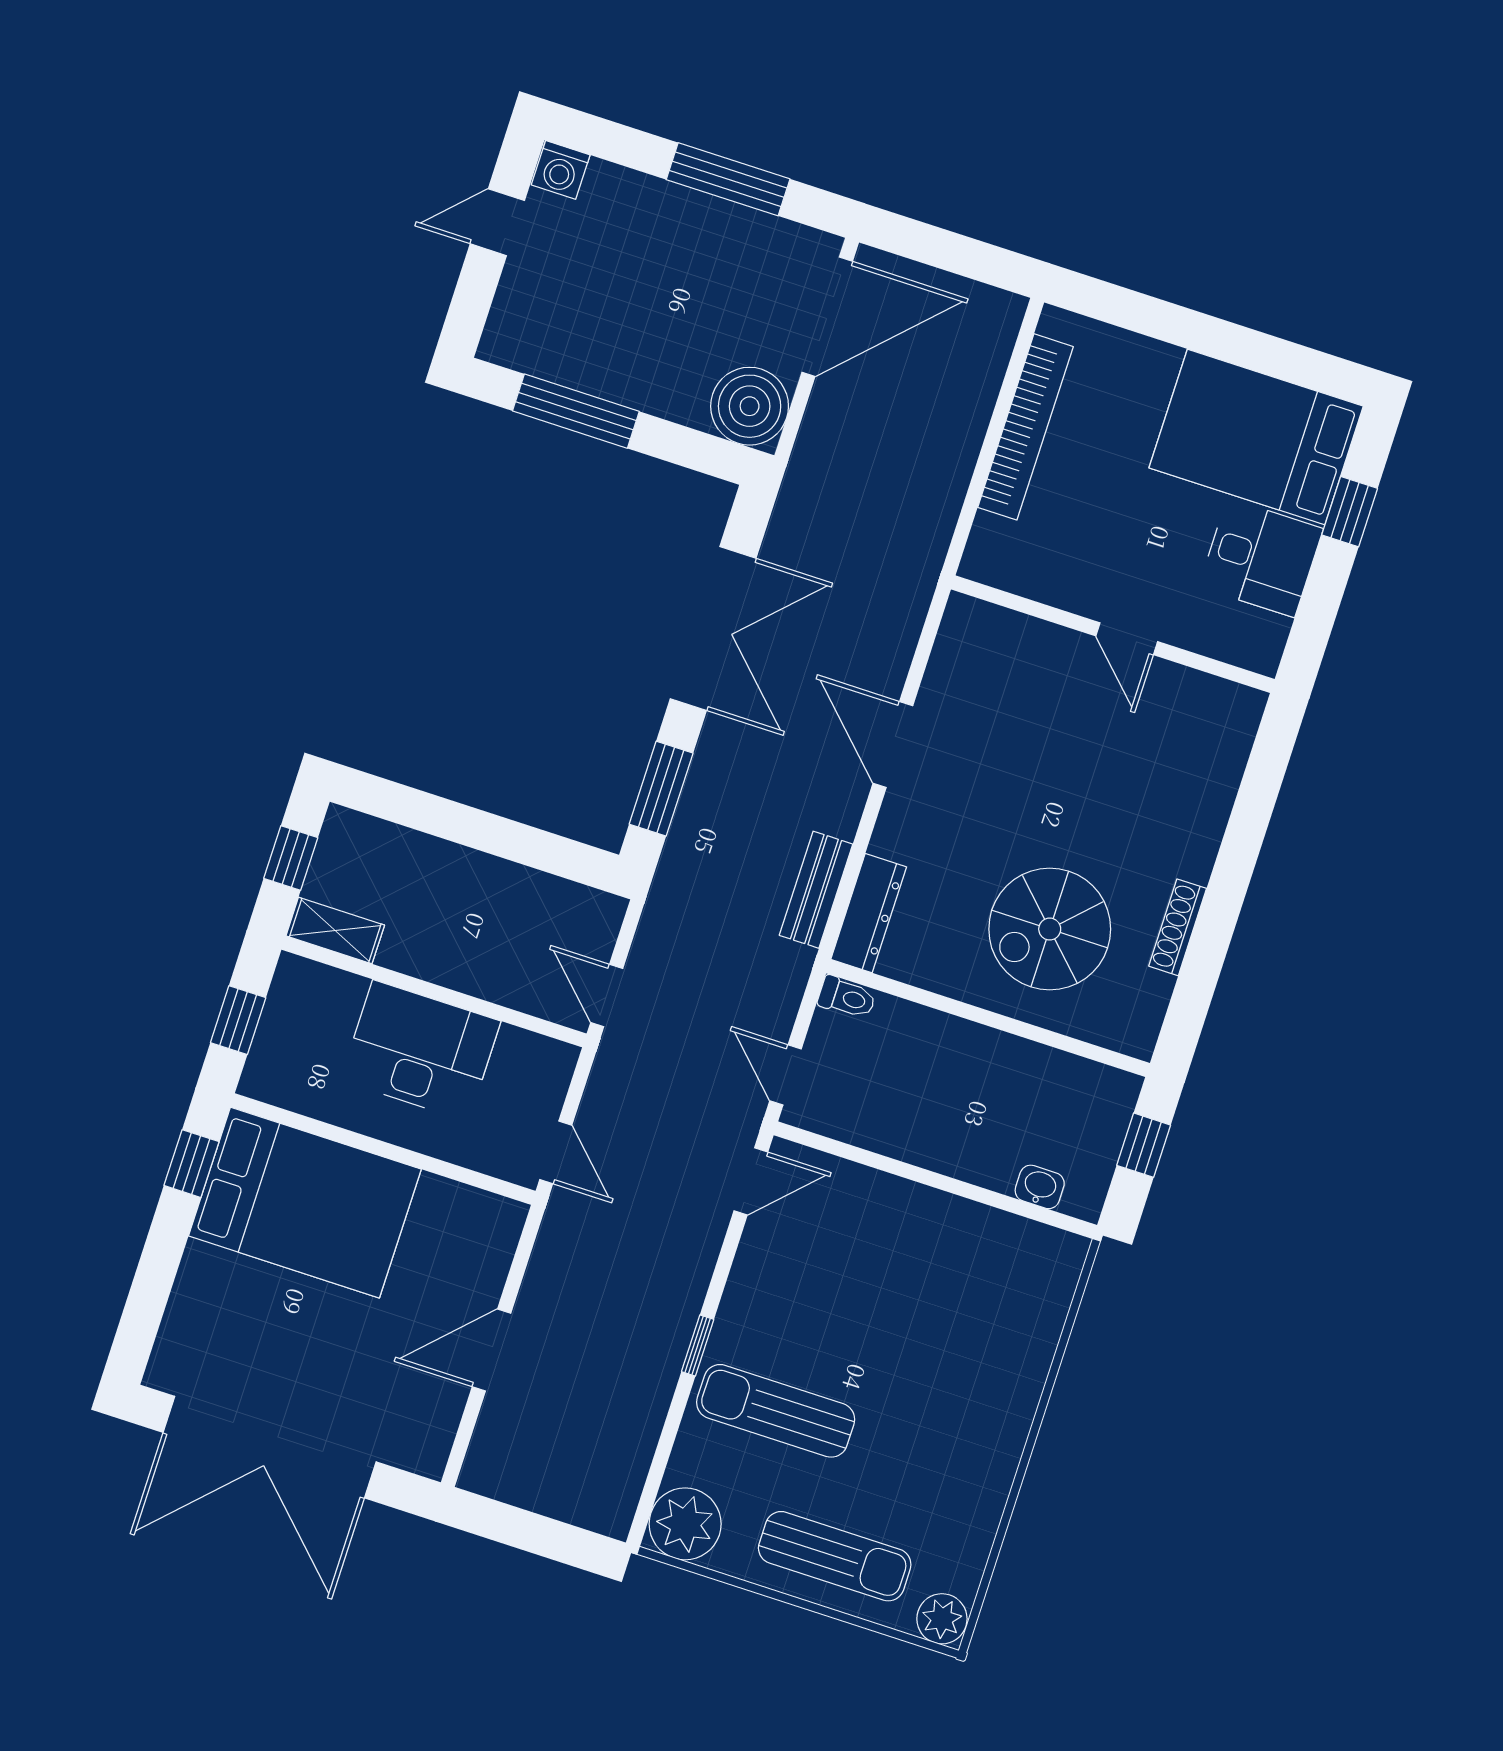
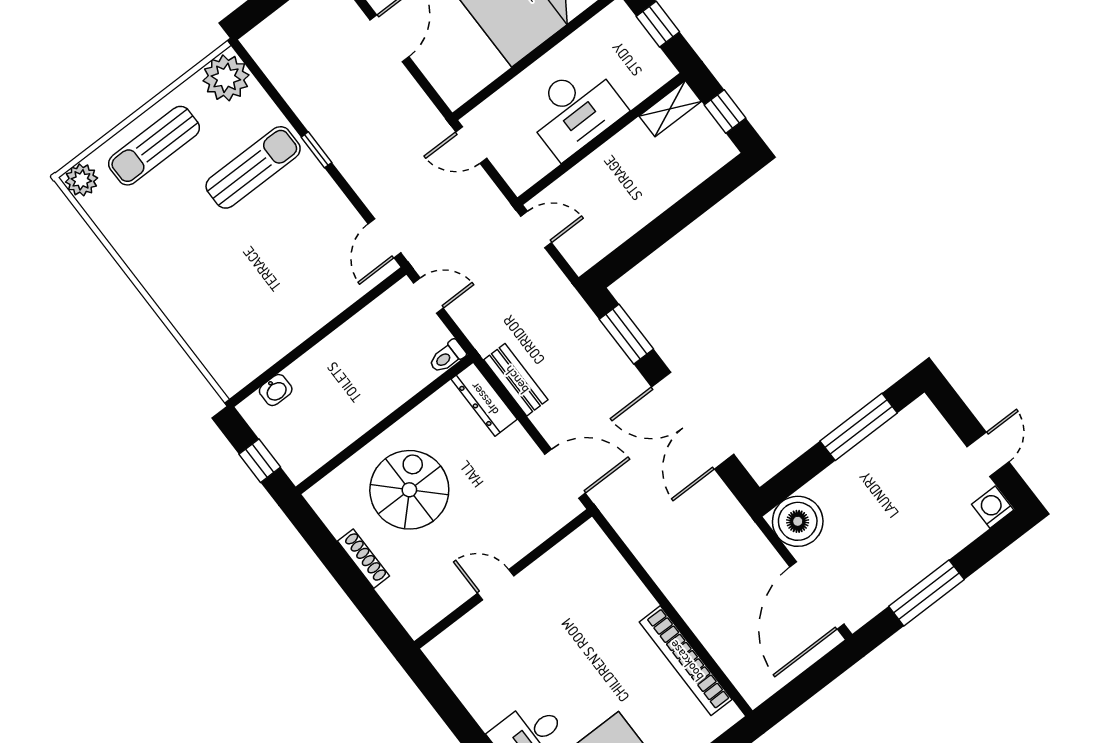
wall: (1113, 634) -> (503, 579), moved
door: (1127, 639) -> (496, 585), moved

